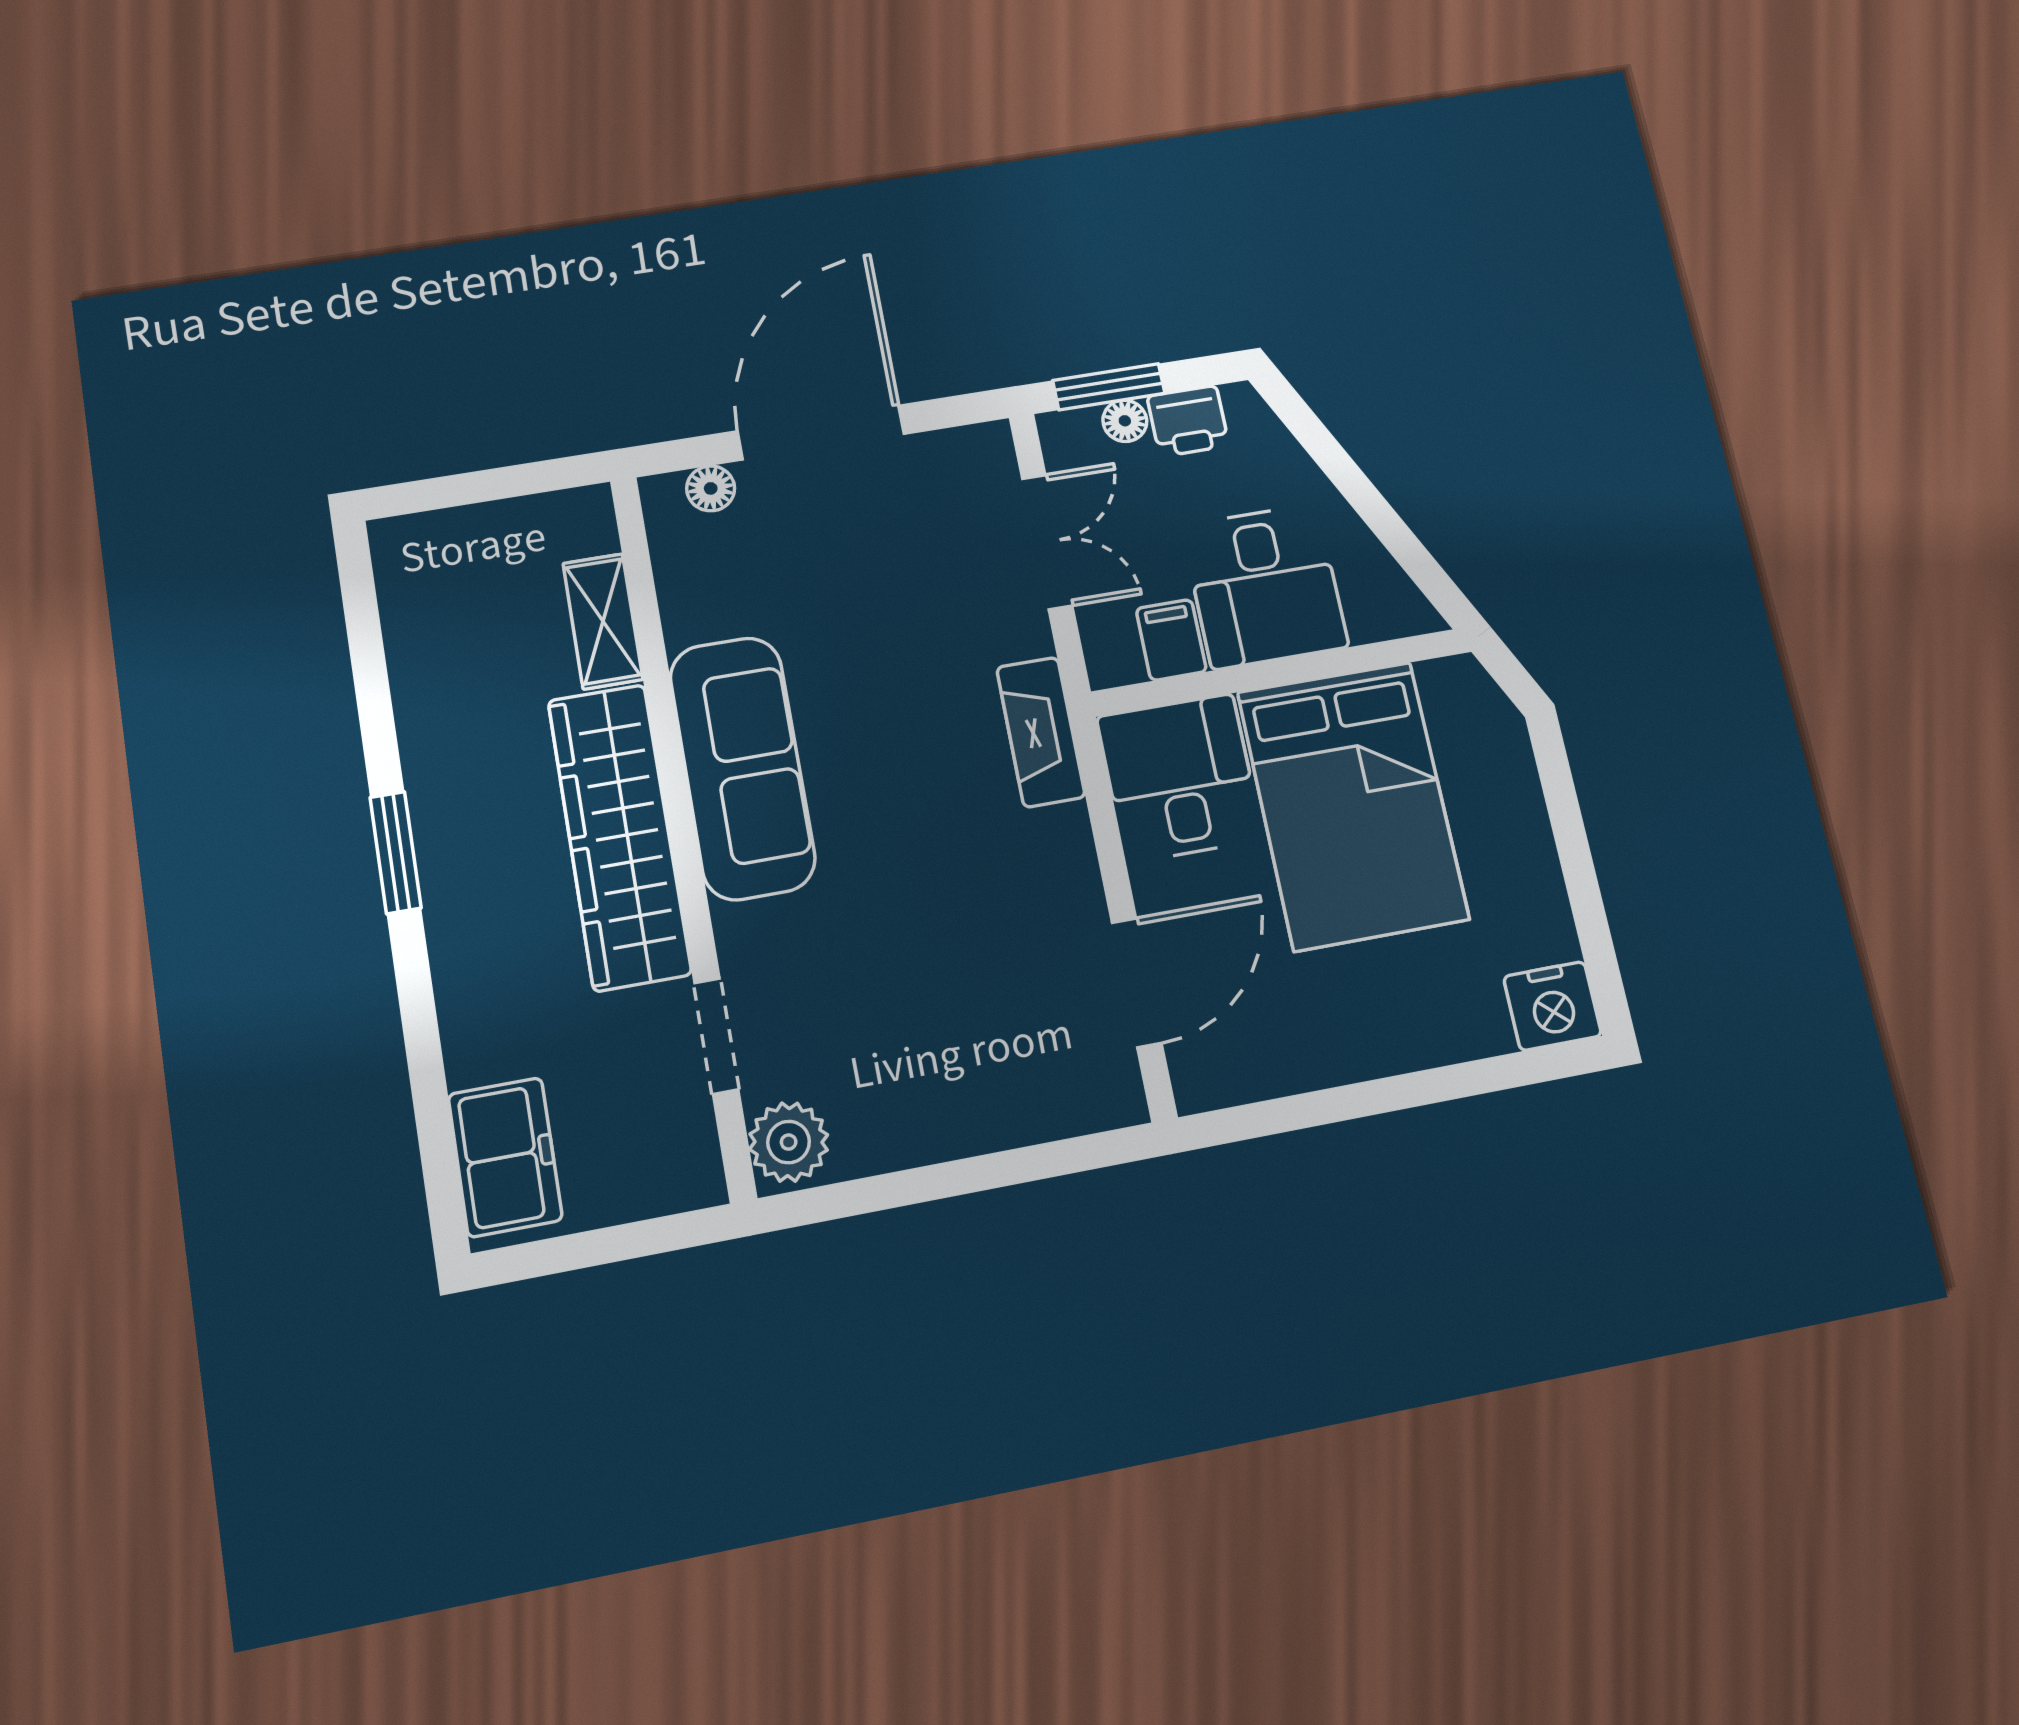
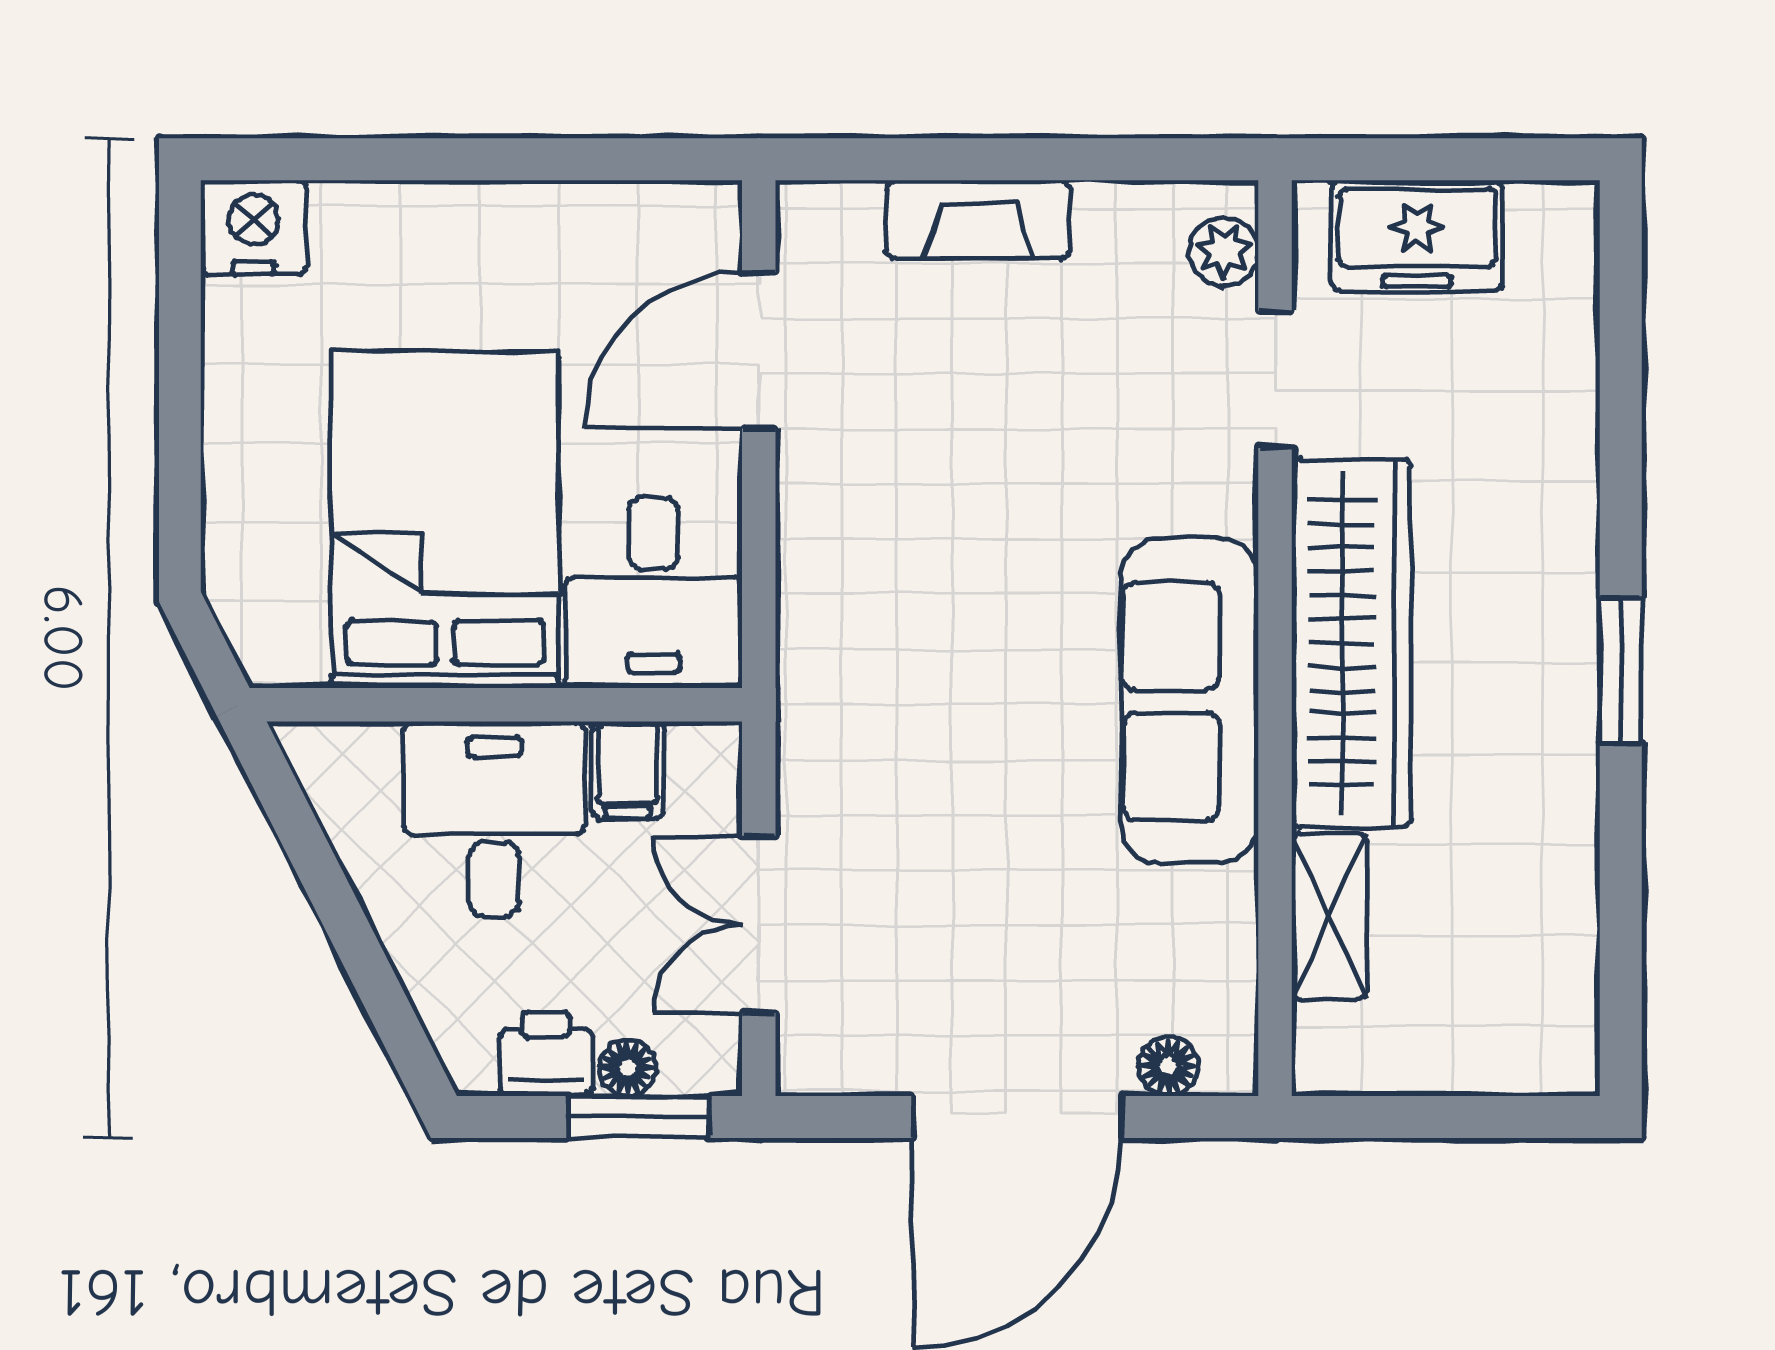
fireplace: (1041, 732) -> (978, 219), moved, turned 90
plant: (789, 1142) -> (1224, 251), width x0.73, depth x0.73
freezer: (505, 1157) -> (1417, 236), moved, turned -90

